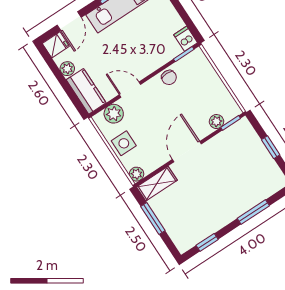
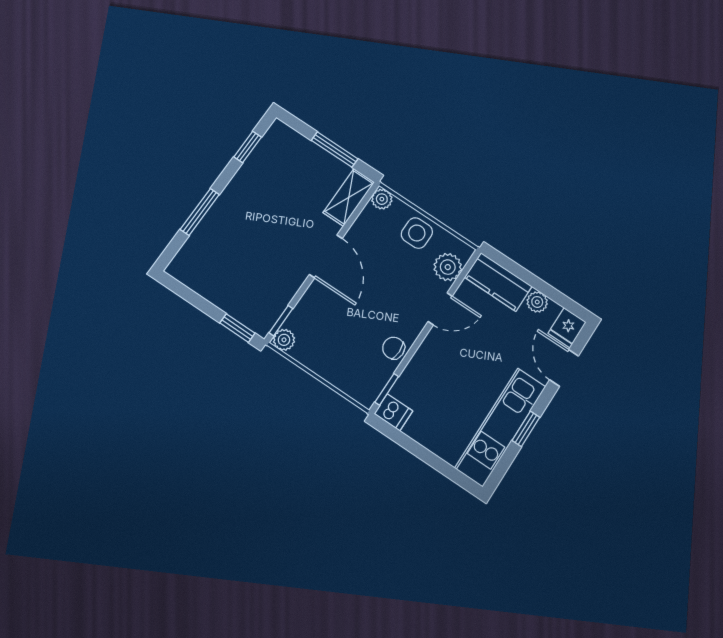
plant: (216, 122) -> (284, 340), moved
window: (271, 147) -> (237, 328), moved

